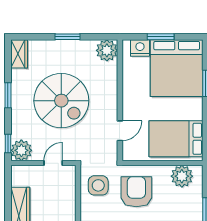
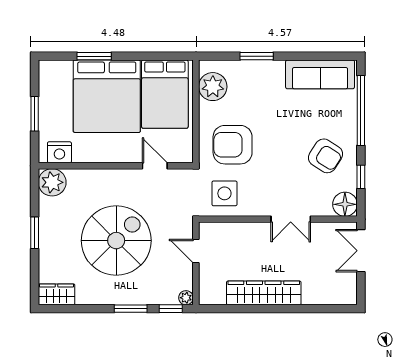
nightstand: (140, 48) -> (59, 152), moved, turned -90
bed: (177, 68) -> (107, 96), moved, turned 90
window: (8, 95) -> (131, 309), moved
plant: (21, 150) -> (186, 298), width x0.53, depth x0.53

